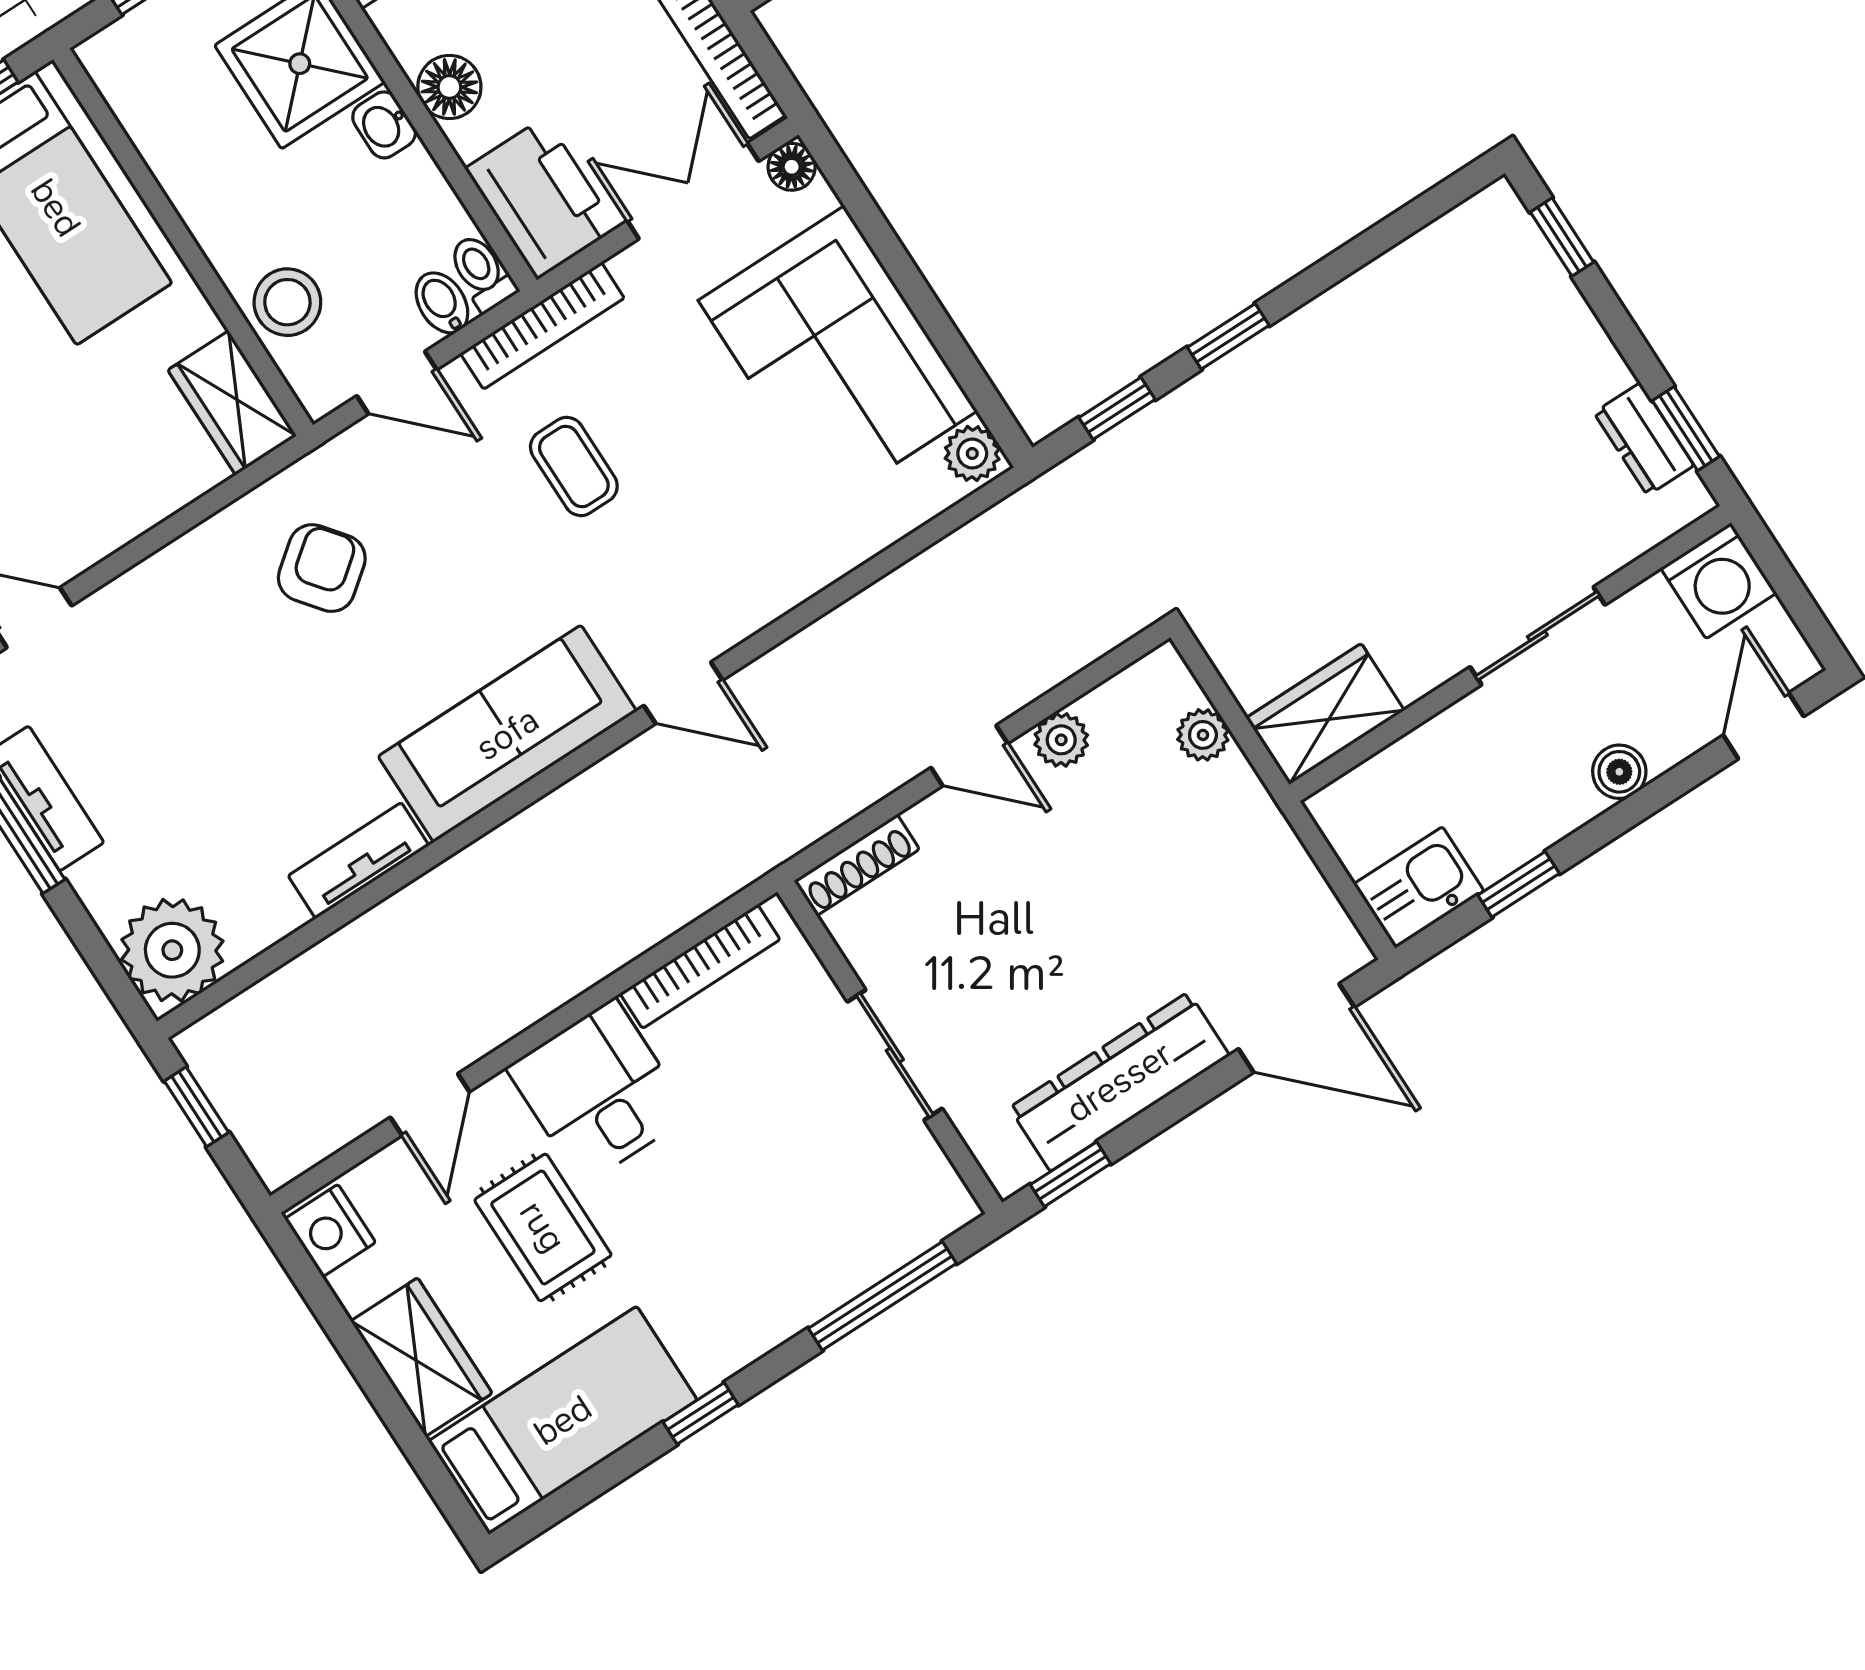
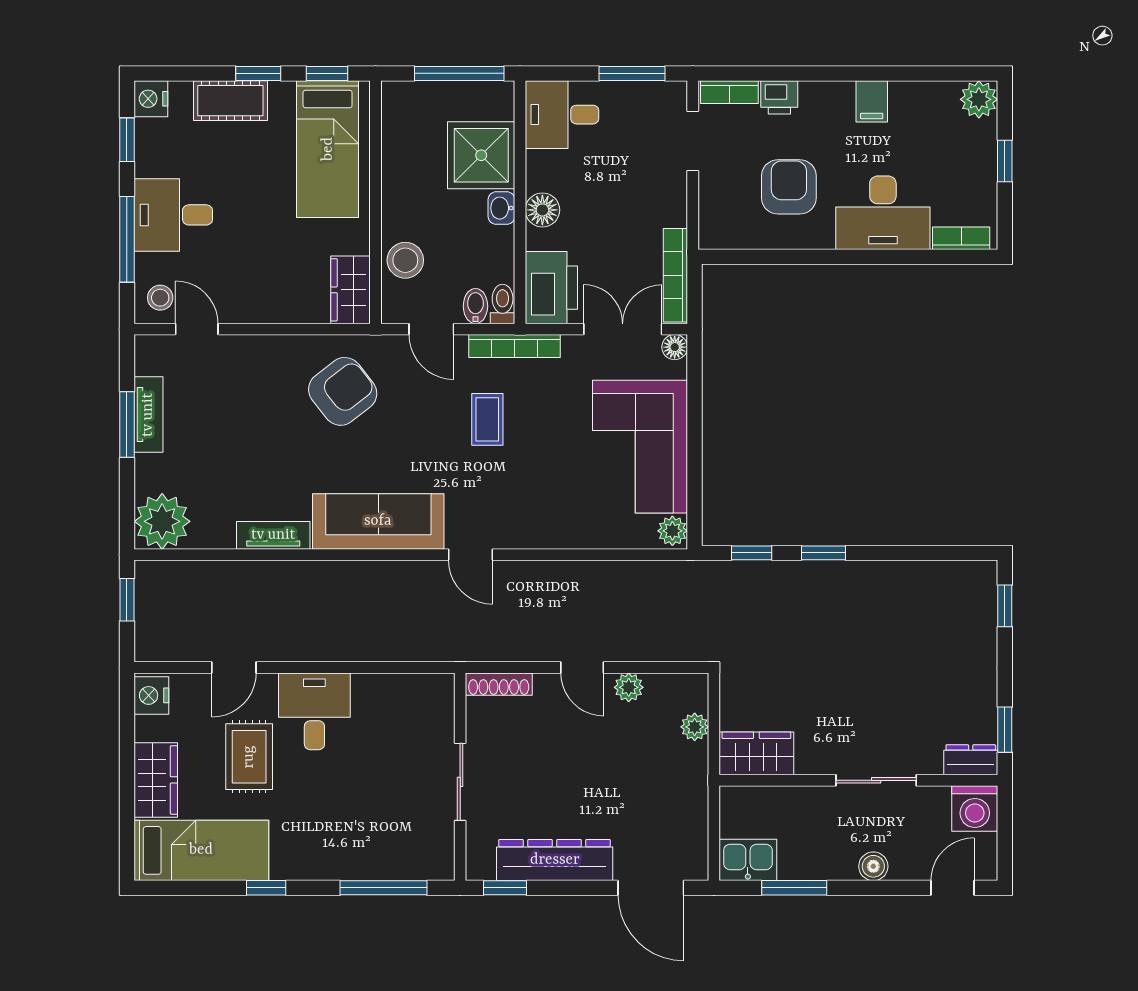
dresser: (1644, 439) -> (971, 760), moved, turned 90
armchair: (322, 568) -> (343, 391), width x1.38, depth x1.38
window: (1519, 884) -> (794, 888), width x1.50
bookcase: (700, 966) -> (397, 684), removed

